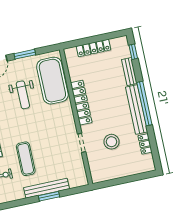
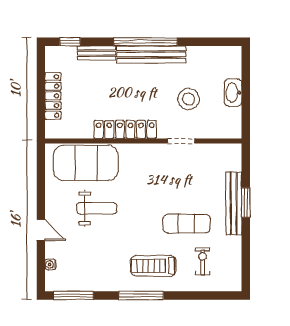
window: (25, 54) -> (41, 193), removed
locker: (145, 144) -> (202, 53), removed
washbasin: (123, 171) -> (233, 93), added

